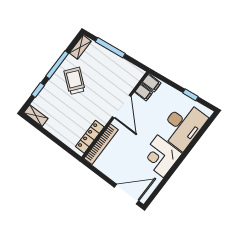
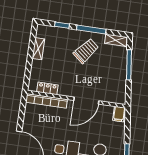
filing cabinet: (144, 92) -> (108, 112), removed
shelving: (36, 116) -> (38, 49), moved
locker: (90, 137) -> (47, 88), width x0.66

